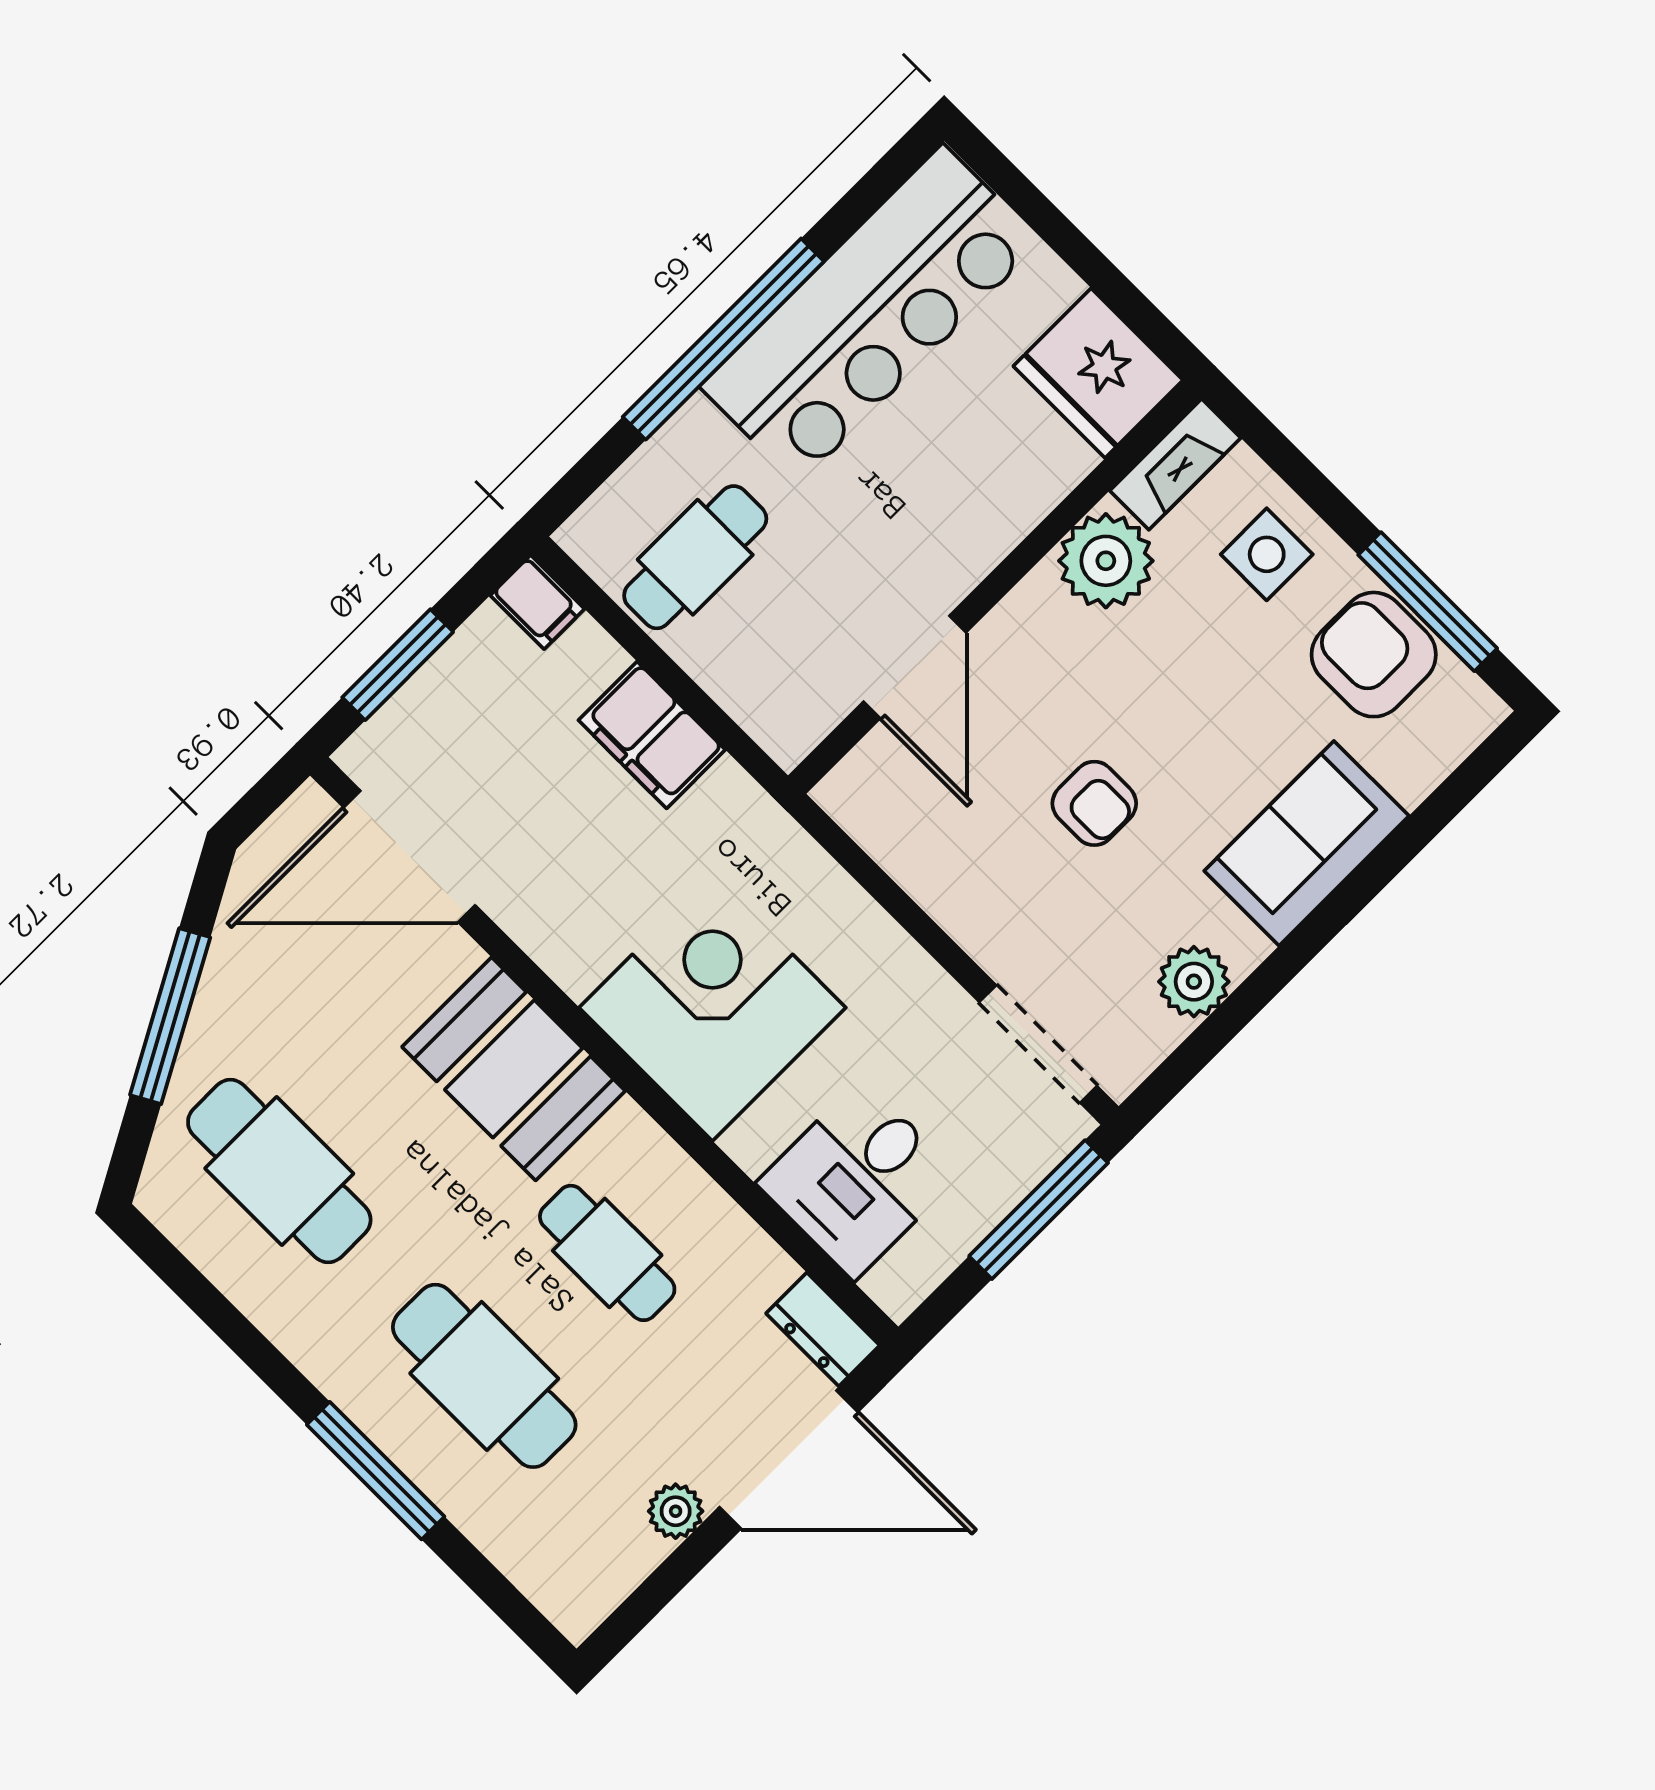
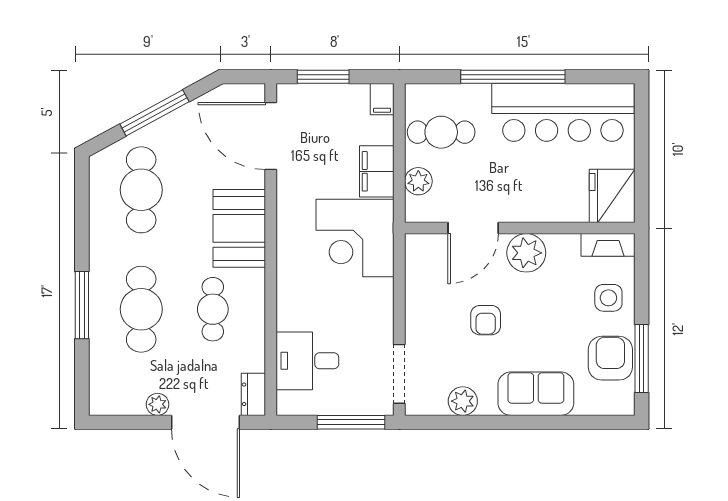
plant: (1106, 561) -> (526, 253), moved
plant: (740, 681) -> (418, 181), added
corner desk: (712, 1008) -> (355, 238), moved, turned 180

